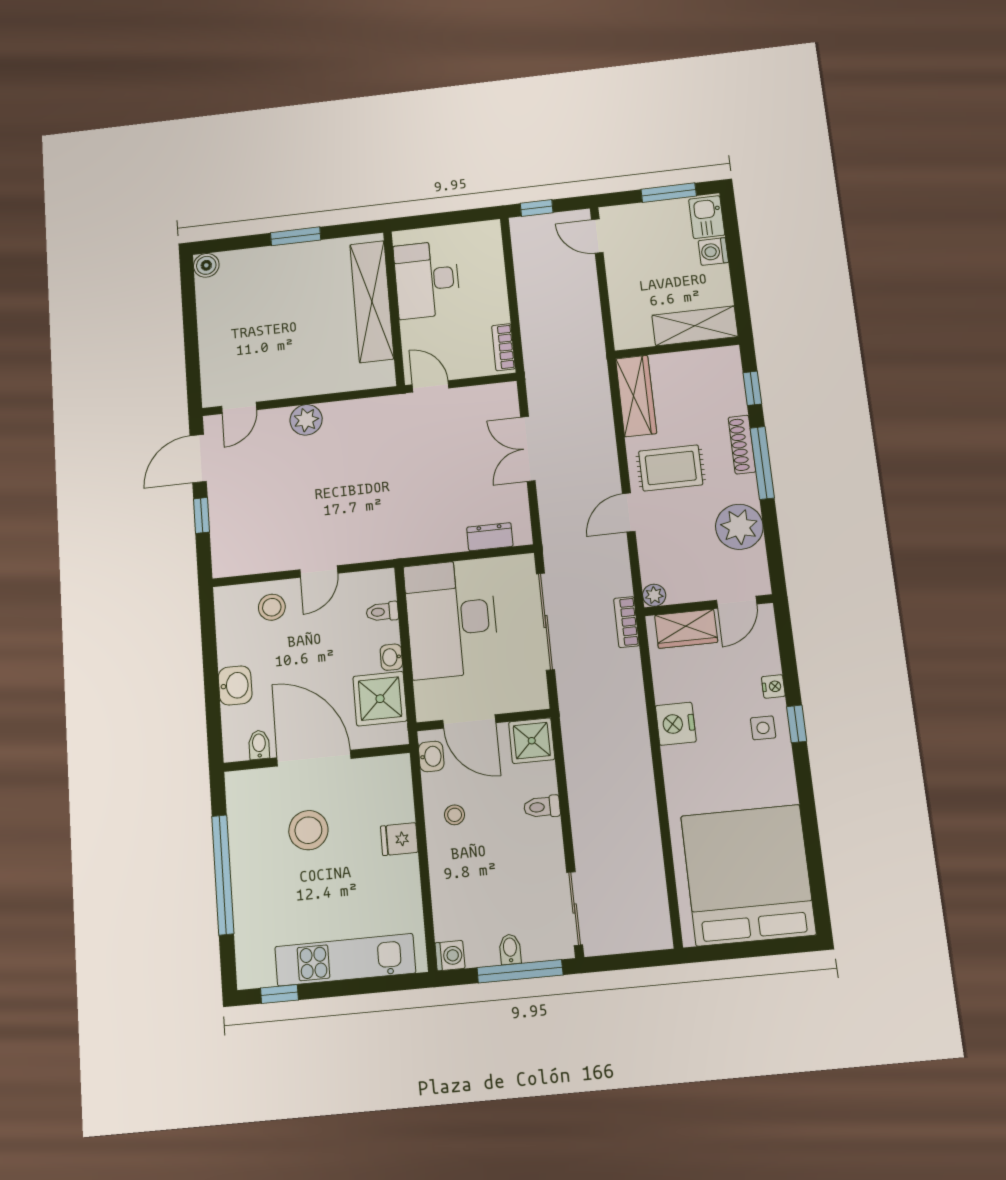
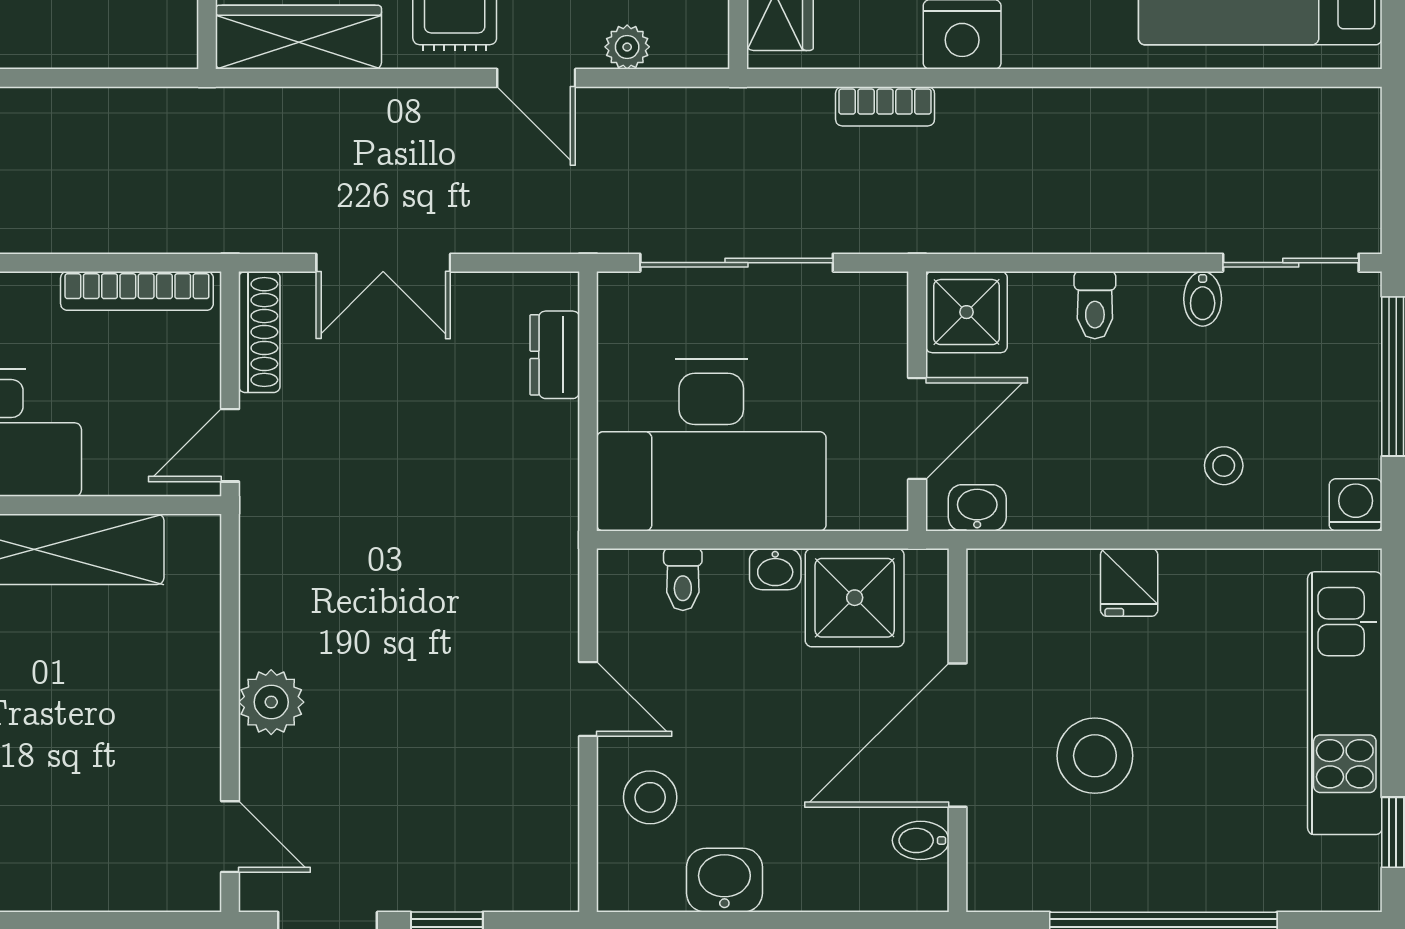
bookcase: (503, 347) -> (137, 291), width x1.56
shoe rack: (488, 394) -> (259, 332), added
plant: (654, 595) -> (627, 47), moved
bookcase: (626, 622) -> (885, 106), moved
washbasin: (235, 685) -> (724, 880), moved
stool: (455, 815) -> (1224, 466), moved
bidet: (510, 949) -> (1203, 299), moved, turned -90

